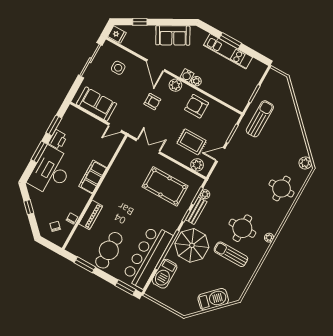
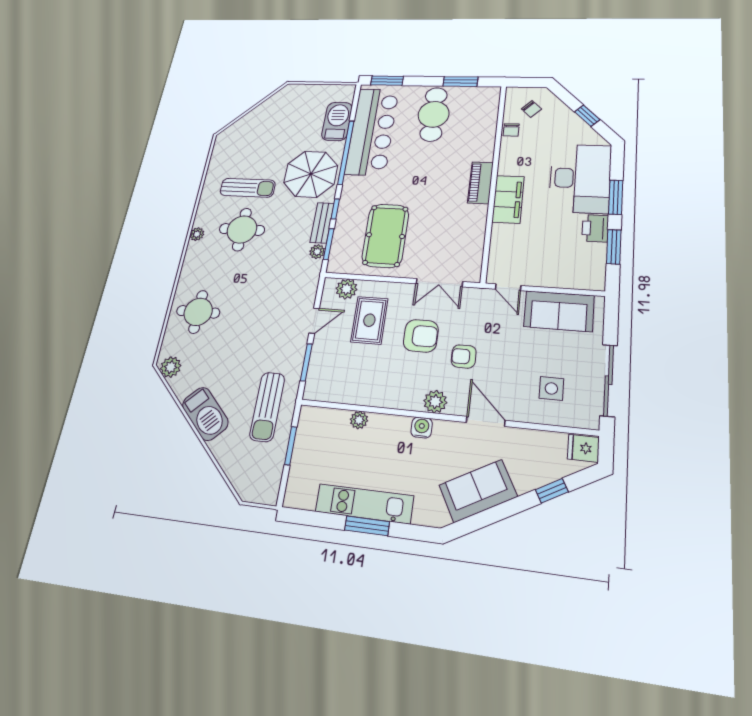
plant: (196, 81) -> (359, 420), moved
armchair: (197, 106) -> (421, 336), moved
door: (115, 128) -> (508, 287), swing flipped
rug: (192, 142) -> (369, 320), turned 90
pool table: (165, 186) -> (385, 236), turned 90
piano: (91, 215) -> (480, 183), moved
barbecue: (213, 299) -> (205, 414), moved, turned -90

